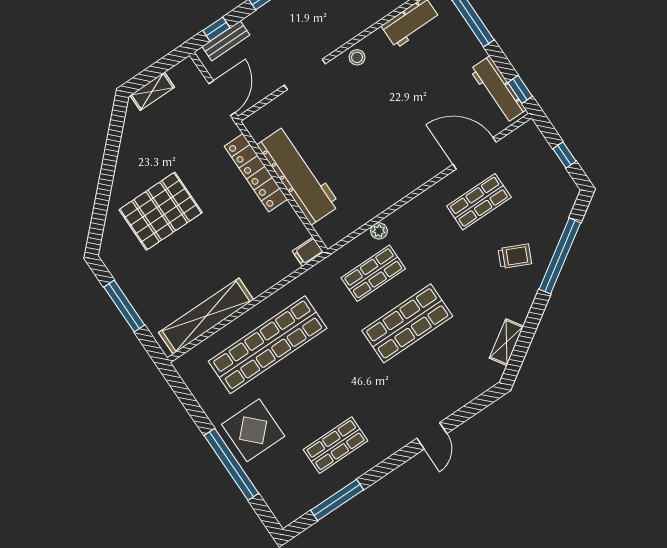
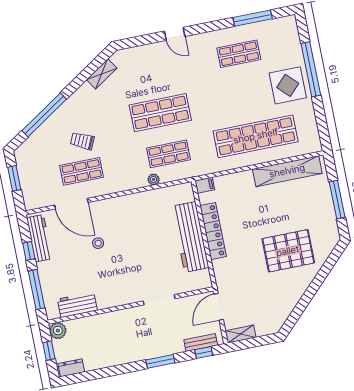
stool: (357, 57) -> (98, 243), moved
window: (520, 89) -> (29, 251), moved
shelving: (152, 91) -> (241, 334), moved
window: (564, 155) -> (14, 178), width x1.50
locker: (256, 173) -> (213, 231), moved
trolley: (515, 256) -> (82, 141), moved
door: (432, 436) -> (175, 34), swing flipped

